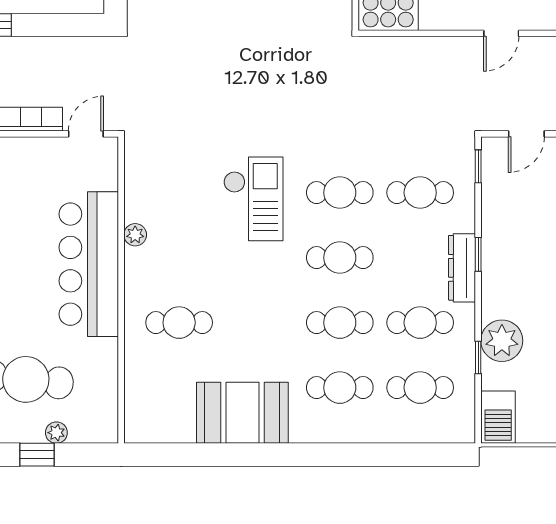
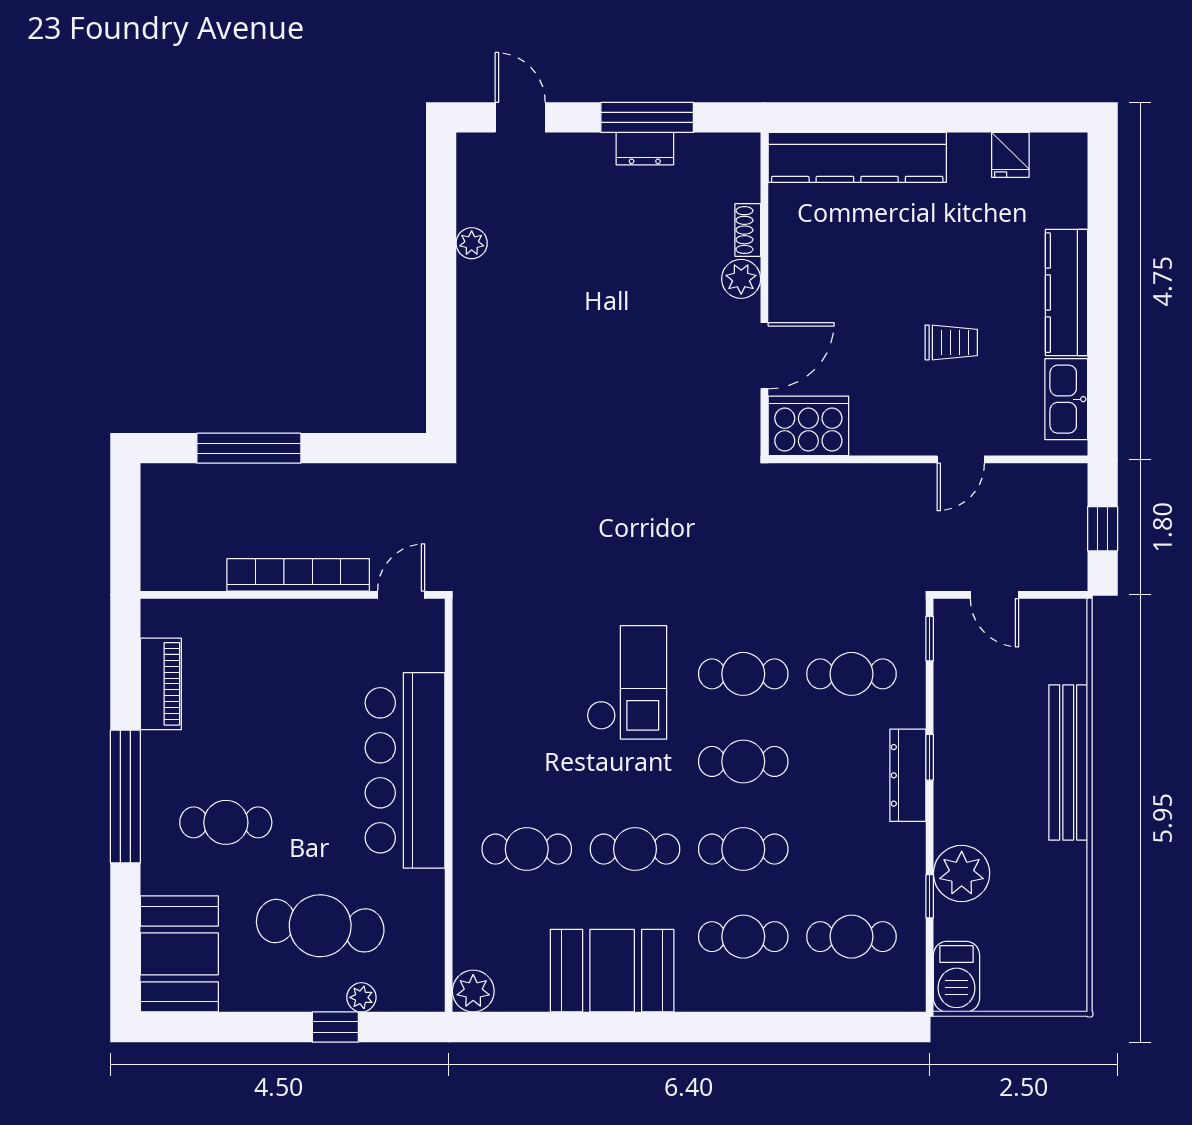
door: (526, 134) -> (995, 595), hinge flipped
plant: (135, 235) -> (473, 991), moved, width x1.38, depth x1.38
cafe table: (420, 323) -> (635, 849), moved

